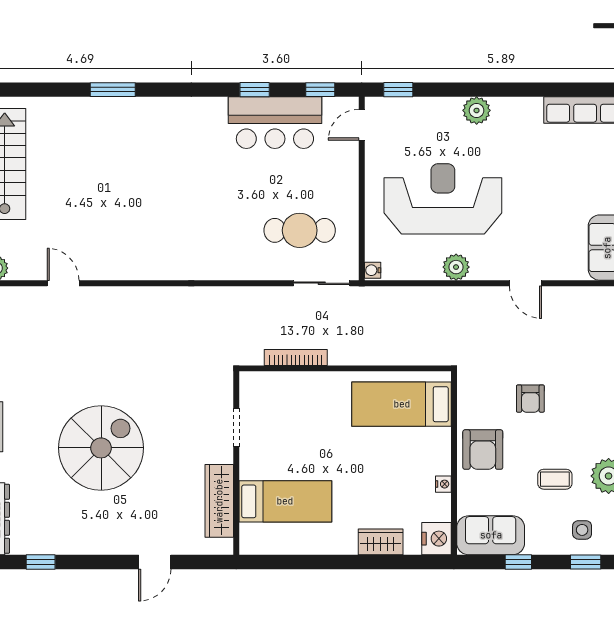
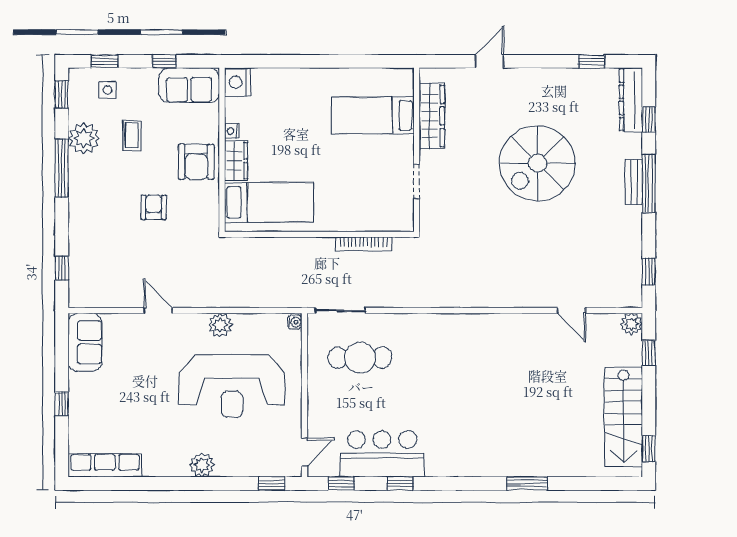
armchair: (483, 450) -> (196, 162), turned 180
coffee table: (555, 479) -> (132, 135), turned 90
wardrobe: (381, 542) -> (236, 161), moved, turned -90

